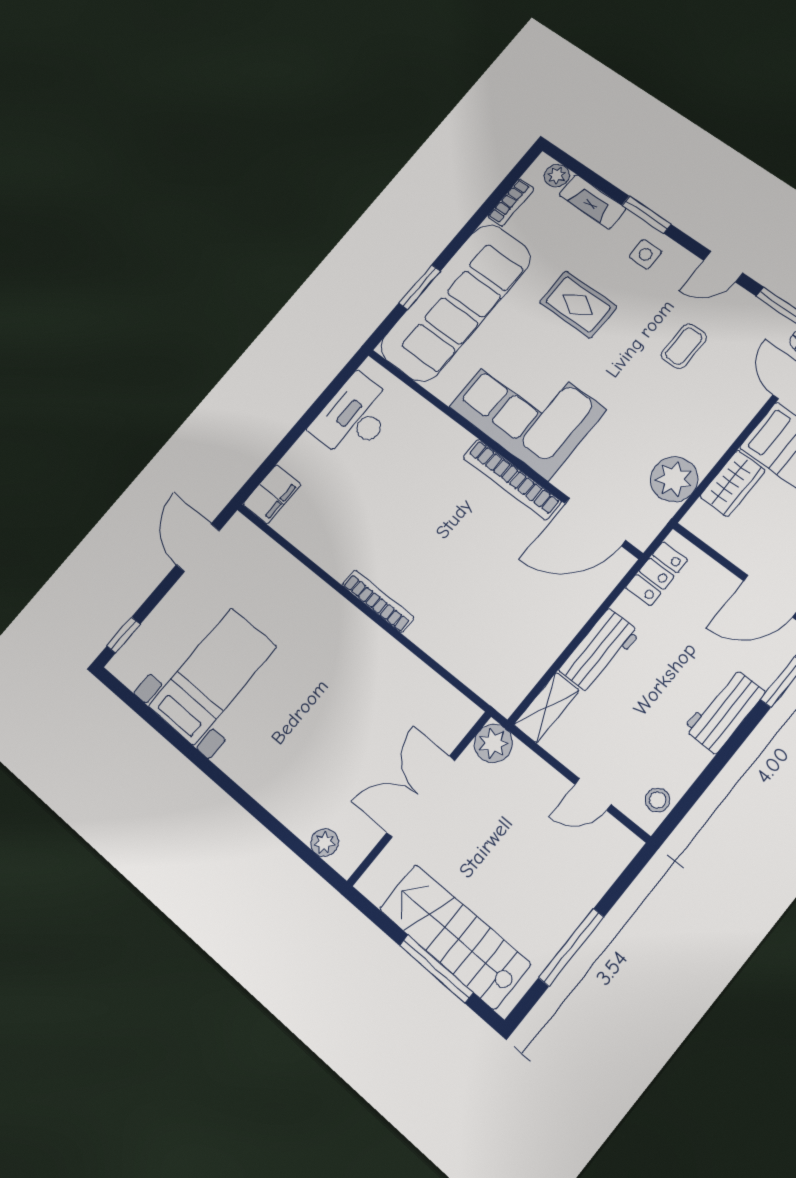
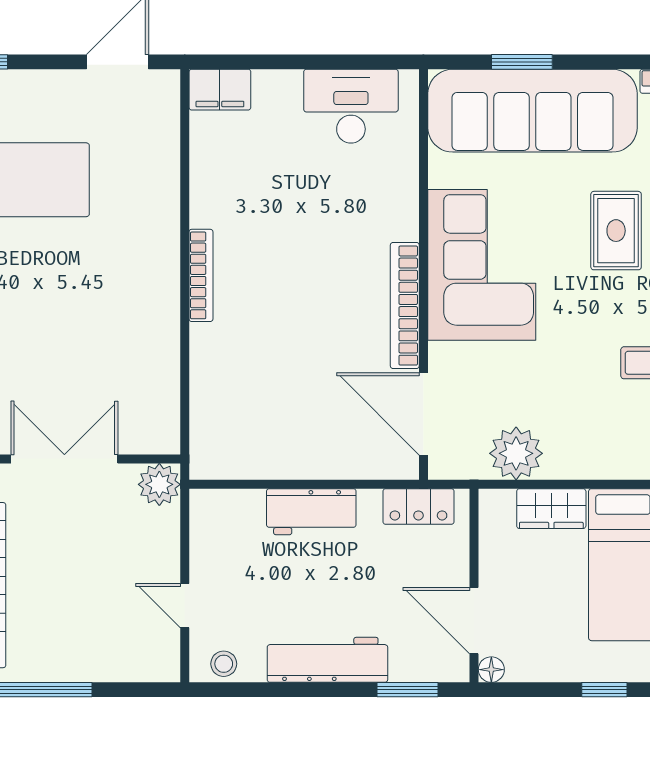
shelving: (546, 708) -> (226, 505), removed
workbench: (724, 711) -> (327, 660), width x1.38

